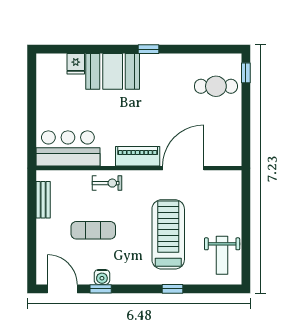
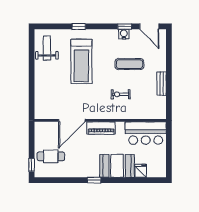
bar counter: (68, 148) -> (146, 133), moved
piano: (138, 156) -> (101, 128), moved
wall: (139, 168) -> (100, 120), moved
door: (183, 168) -> (72, 120), moved

